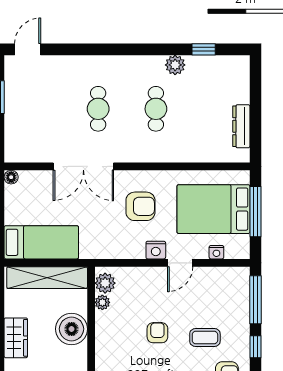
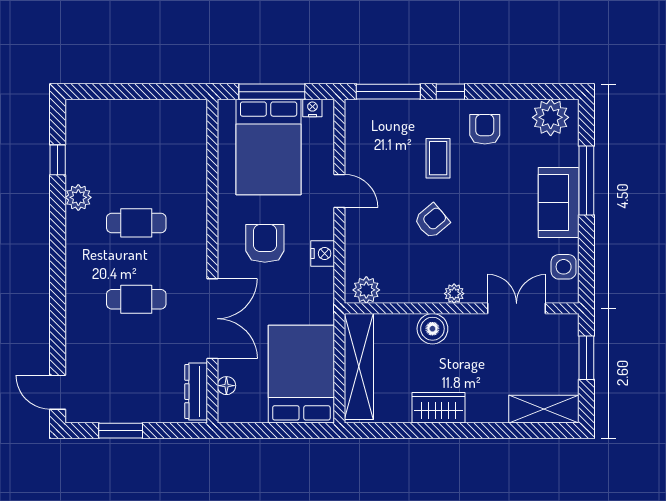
dresser: (241, 126) -> (196, 392), moved, turned 90
floor lamp: (11, 177) -> (226, 386), moved
bed: (41, 242) -> (301, 374), width x1.50
nightstand: (156, 250) -> (323, 254), moved
nightstand: (216, 252) -> (312, 108), moved, turned -90
plant: (102, 302) -> (454, 294), moved
boiler: (72, 329) -> (432, 329), width x0.73, depth x0.73
armchair: (157, 333) -> (432, 221), turned 140

